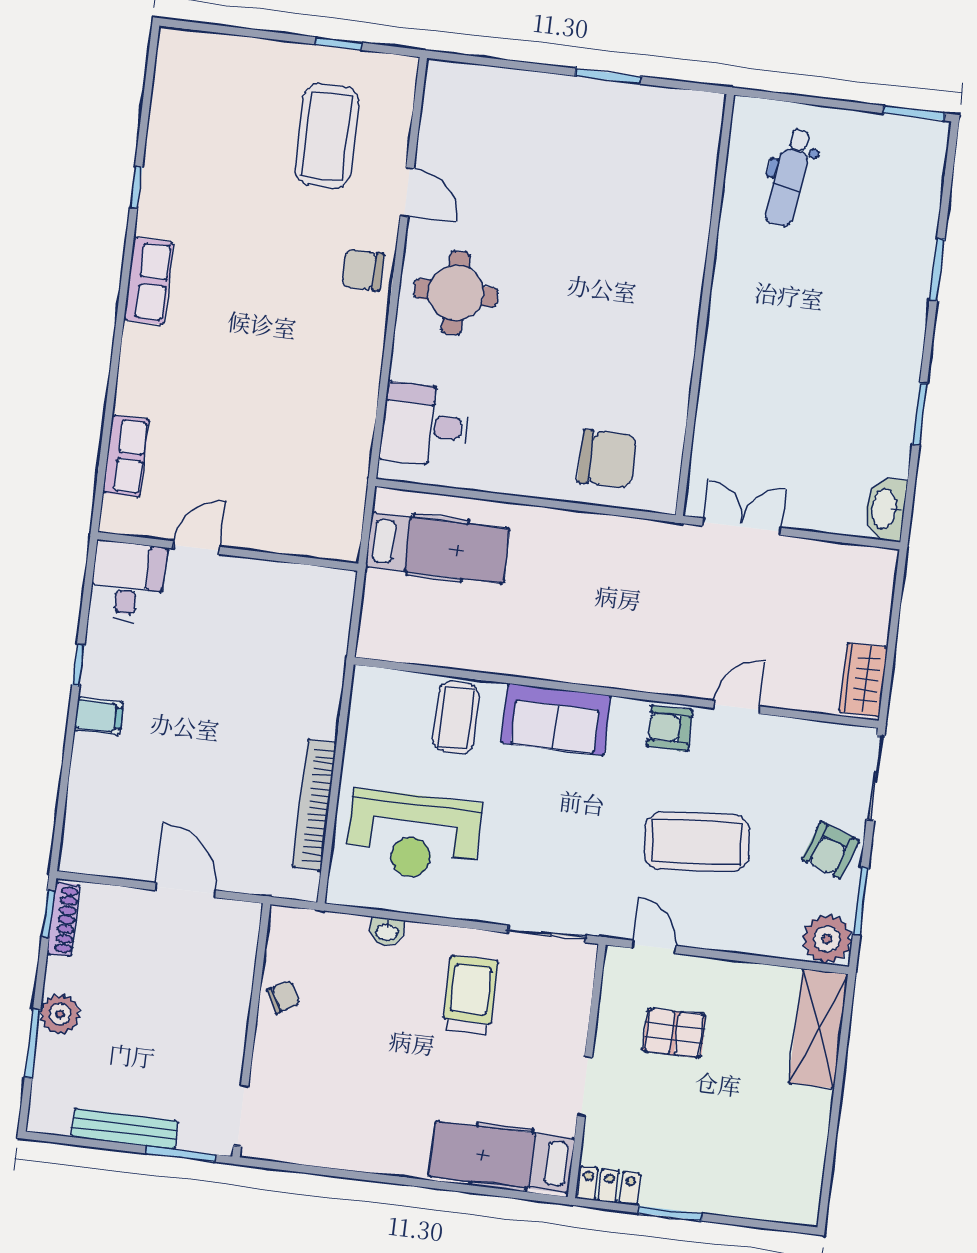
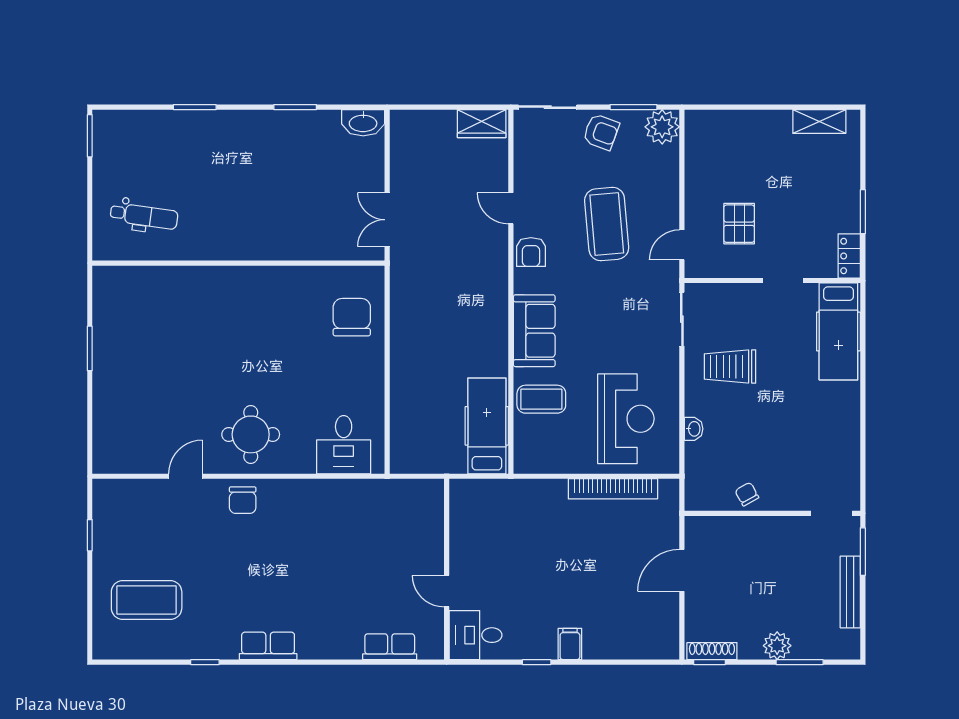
coffee table: (327, 136) -> (147, 600), moved
hospital bed: (438, 548) -> (487, 426), moved
shelving: (818, 1029) -> (819, 121), moved, width x0.67, depth x0.75

